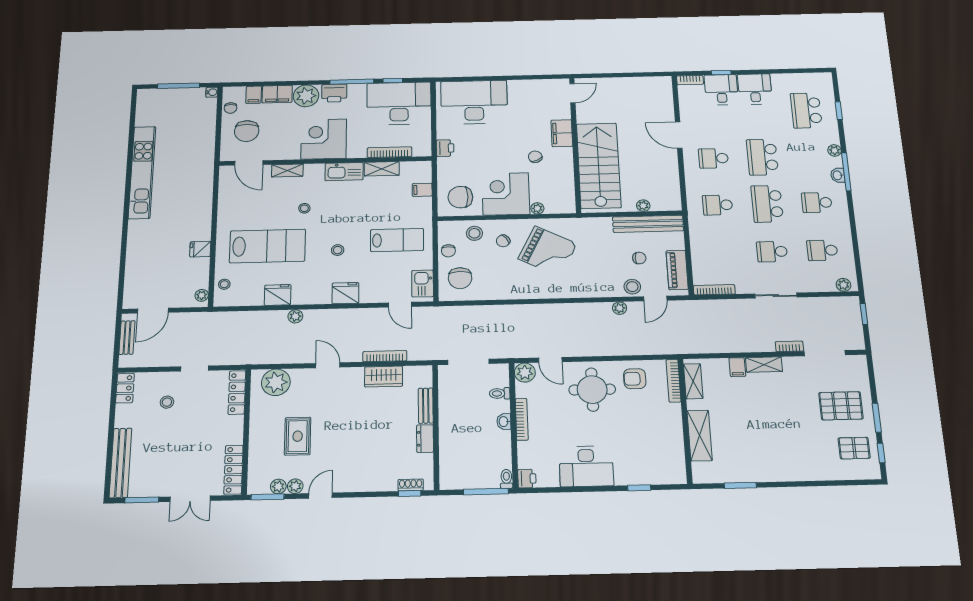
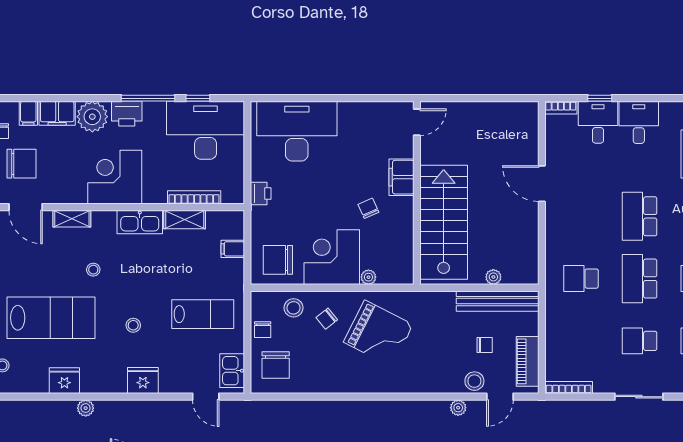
chair: (247, 131) -> (22, 164), turned -92
school desk: (713, 158) -> (581, 216), removed

